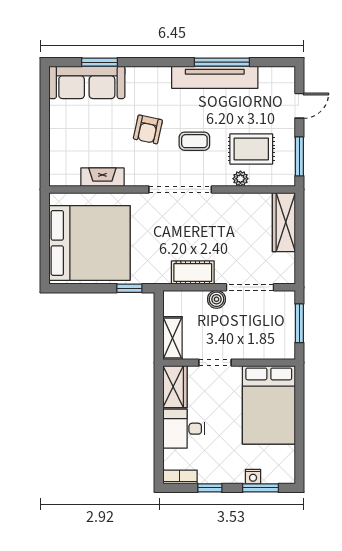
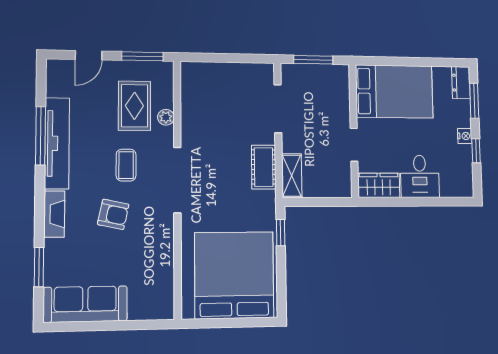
sofa: (87, 82) -> (85, 304), moved, turned -90
door: (299, 106) -> (89, 55), swing flipped
fireplace: (102, 177) -> (54, 214), moved, turned 180
wardrobe: (284, 222) -> (211, 73), removed
boiler: (216, 299) -> (291, 143), removed
shelving: (173, 338) -> (292, 176), moved, turned 90
dresser: (279, 475) -> (461, 83), added
bookcase: (180, 477) -> (467, 180), removed
nightstand: (253, 477) -> (465, 136), moved

